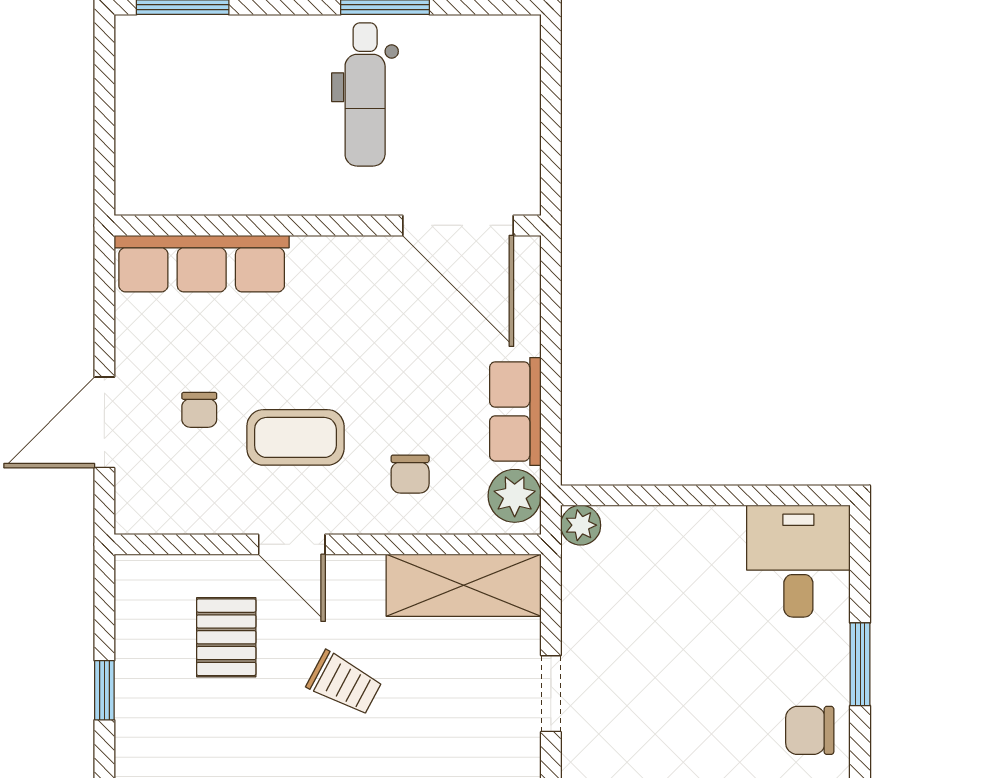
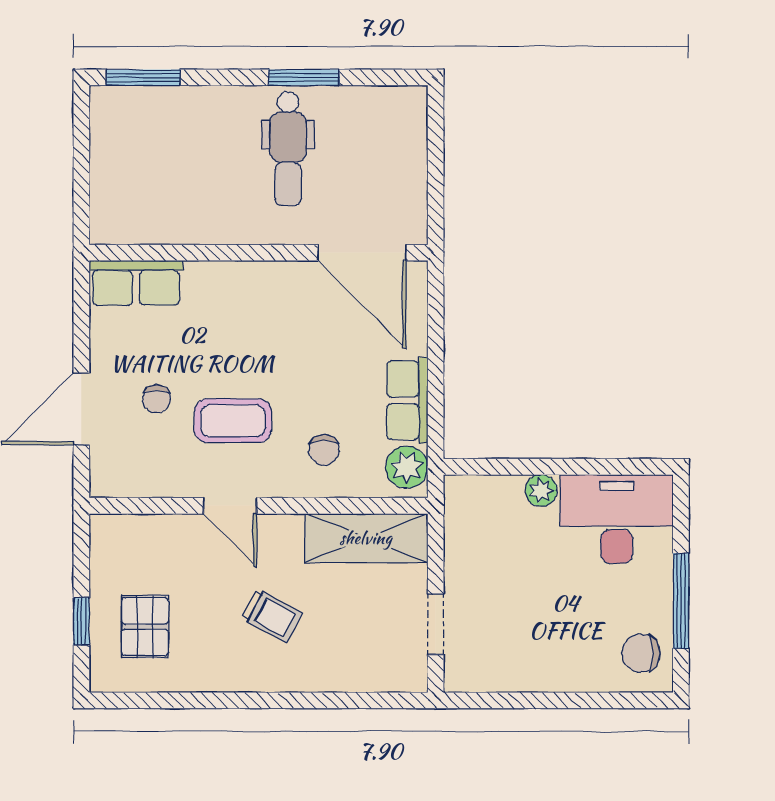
row of seats: (202, 264) -> (136, 283), width x0.68
plant: (581, 525) -> (541, 490), moved
desk: (798, 561) -> (617, 519), width x1.37
pallet: (226, 637) -> (145, 627), moved
window: (860, 664) -> (681, 601), width x1.44

